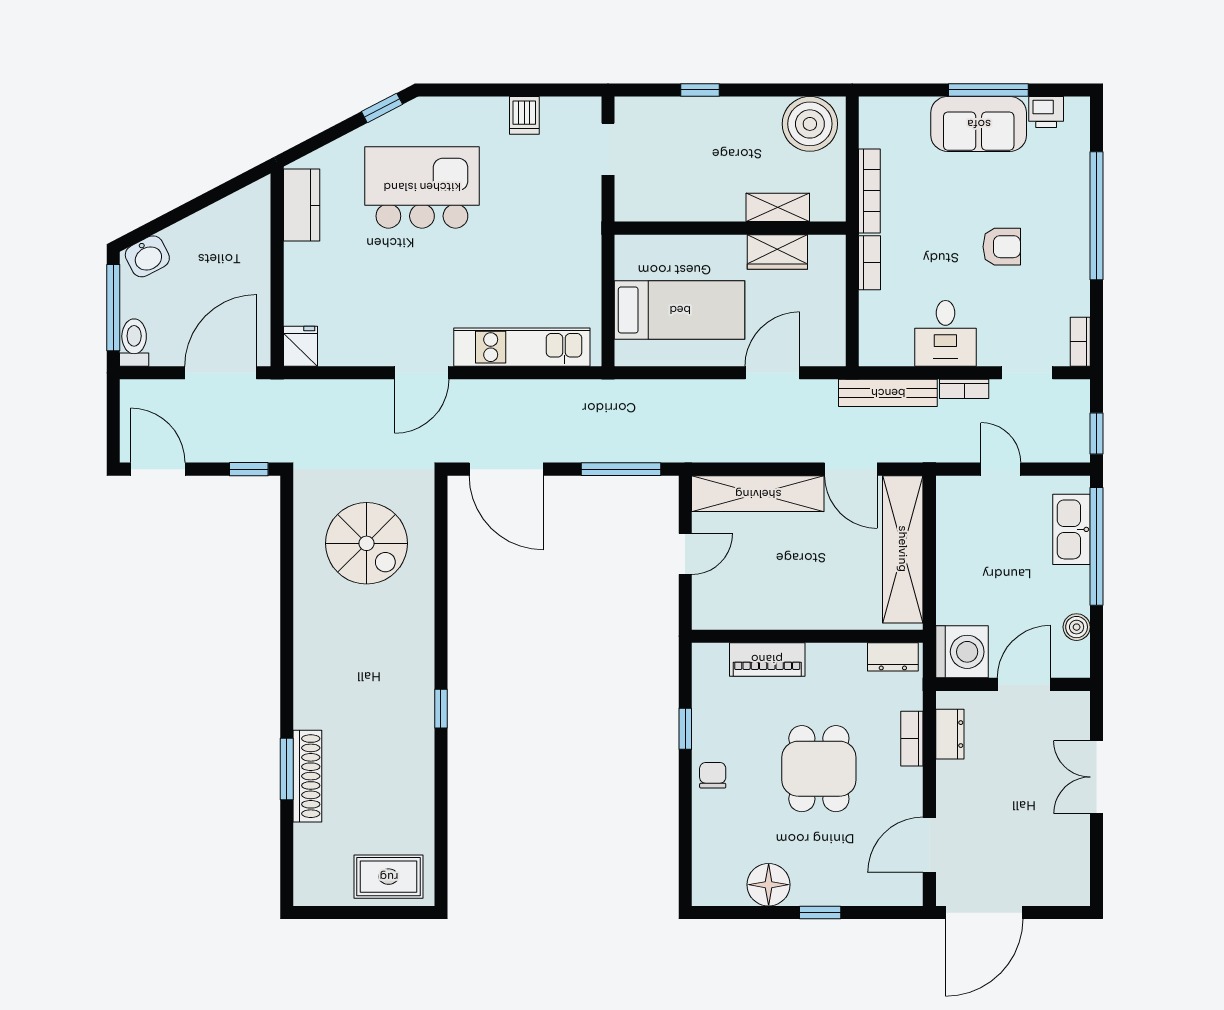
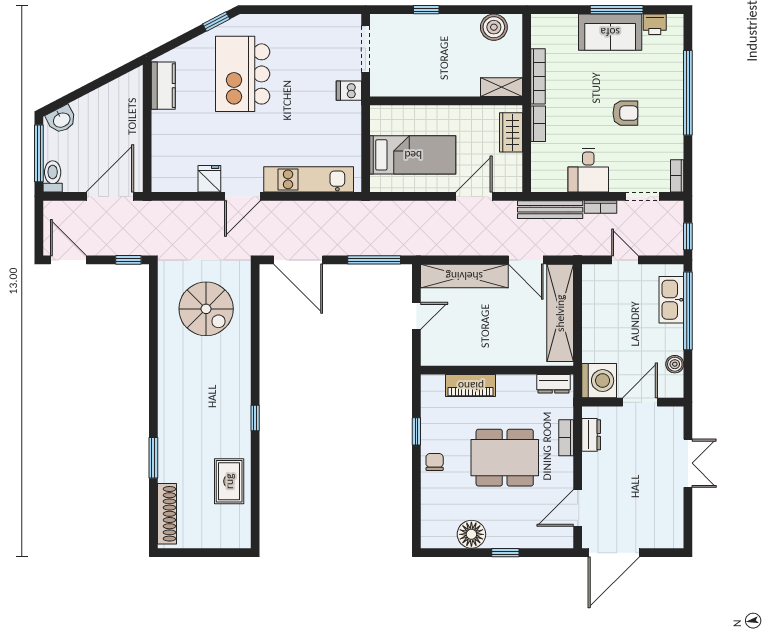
dishwasher: (524, 115) -> (349, 91), moved, turned 90
boiler: (810, 124) -> (494, 27), width x0.73, depth x0.73
doorway: (608, 149) -> (366, 49), width x1.38
kitchen island: (422, 187) -> (243, 74), turned -90
shelving: (778, 207) -> (502, 87), moved
wardrobe: (777, 252) -> (511, 132), moved, turned 90
fridge: (300, 346) -> (209, 179), moved
dining table: (819, 769) -> (505, 458), width x1.37
shoe rack: (307, 776) -> (167, 514), moved
double door: (1096, 777) -> (688, 463), swing flipped
rug: (389, 877) -> (229, 481), moved, turned 90

